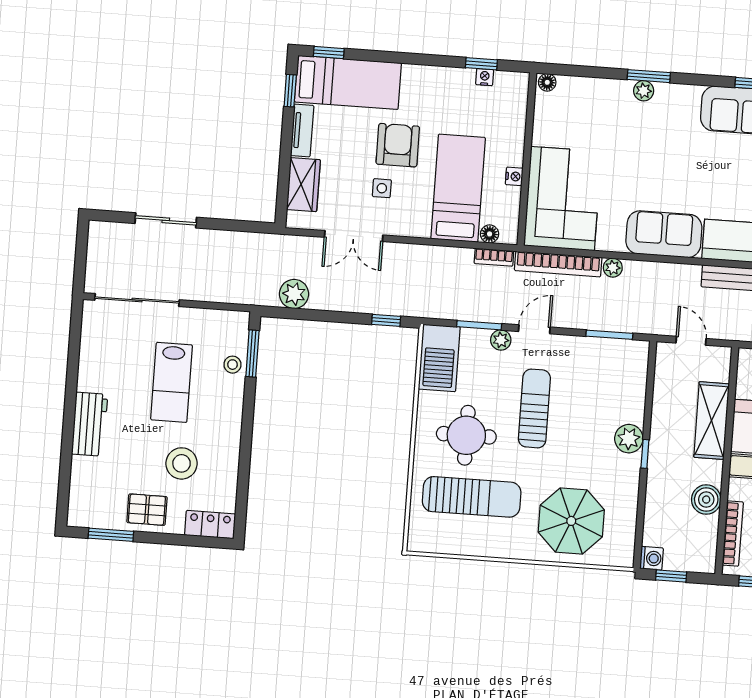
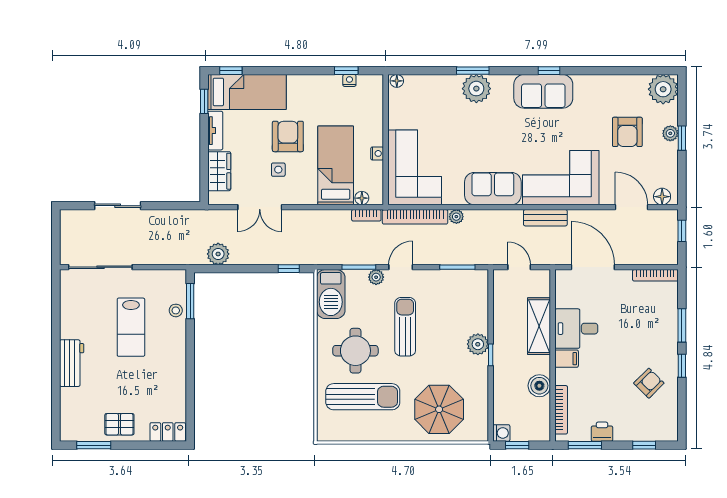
plant: (644, 91) -> (476, 89), width x1.88, depth x1.88
stool: (182, 463) -> (143, 388), removed

